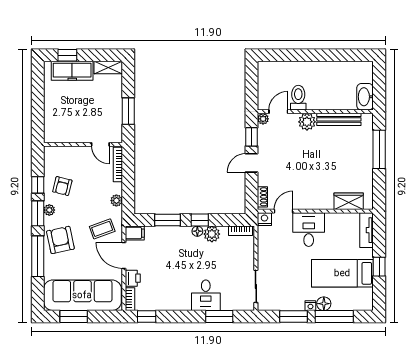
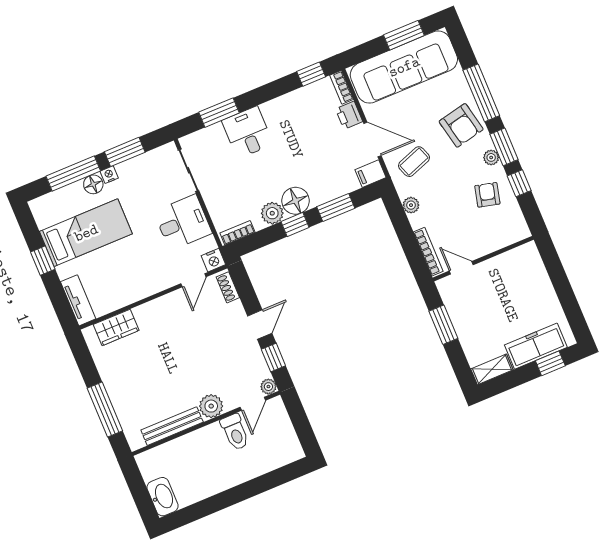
washbasin: (365, 97) -> (163, 497), moved
desk: (309, 230) -> (183, 222), moved, turned -90
floor lamp: (197, 231) -> (296, 201), width x1.89, depth x1.89

